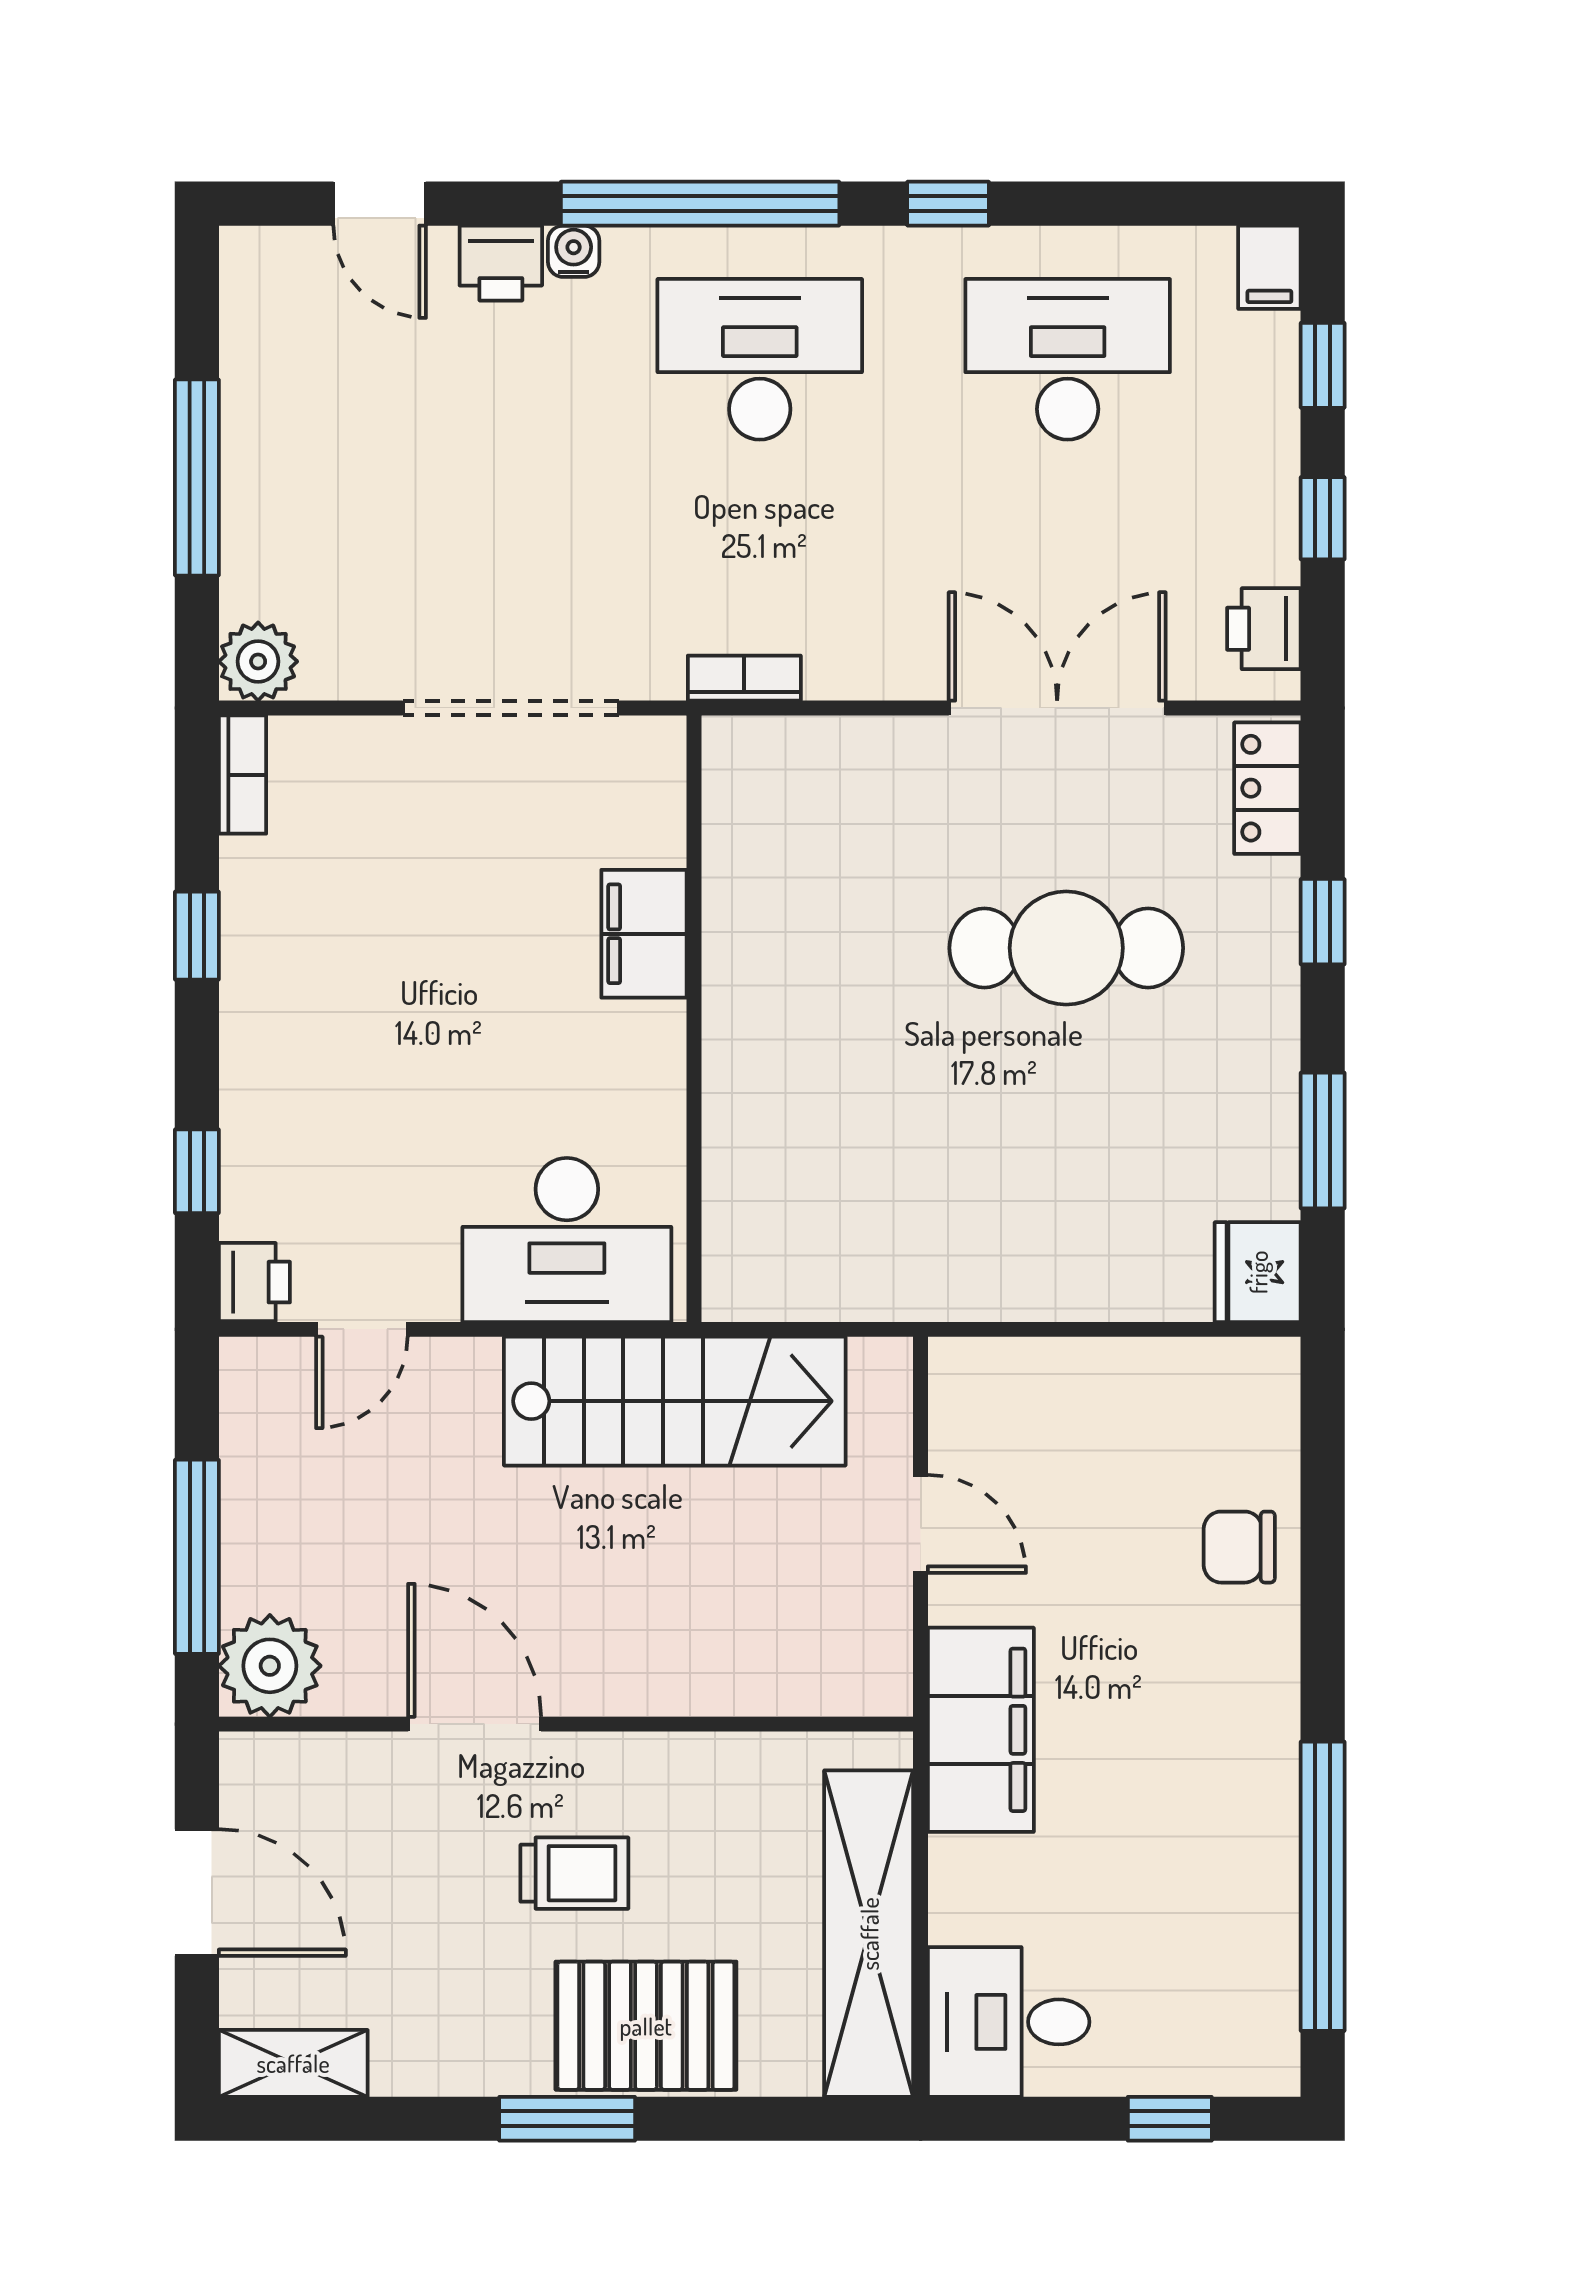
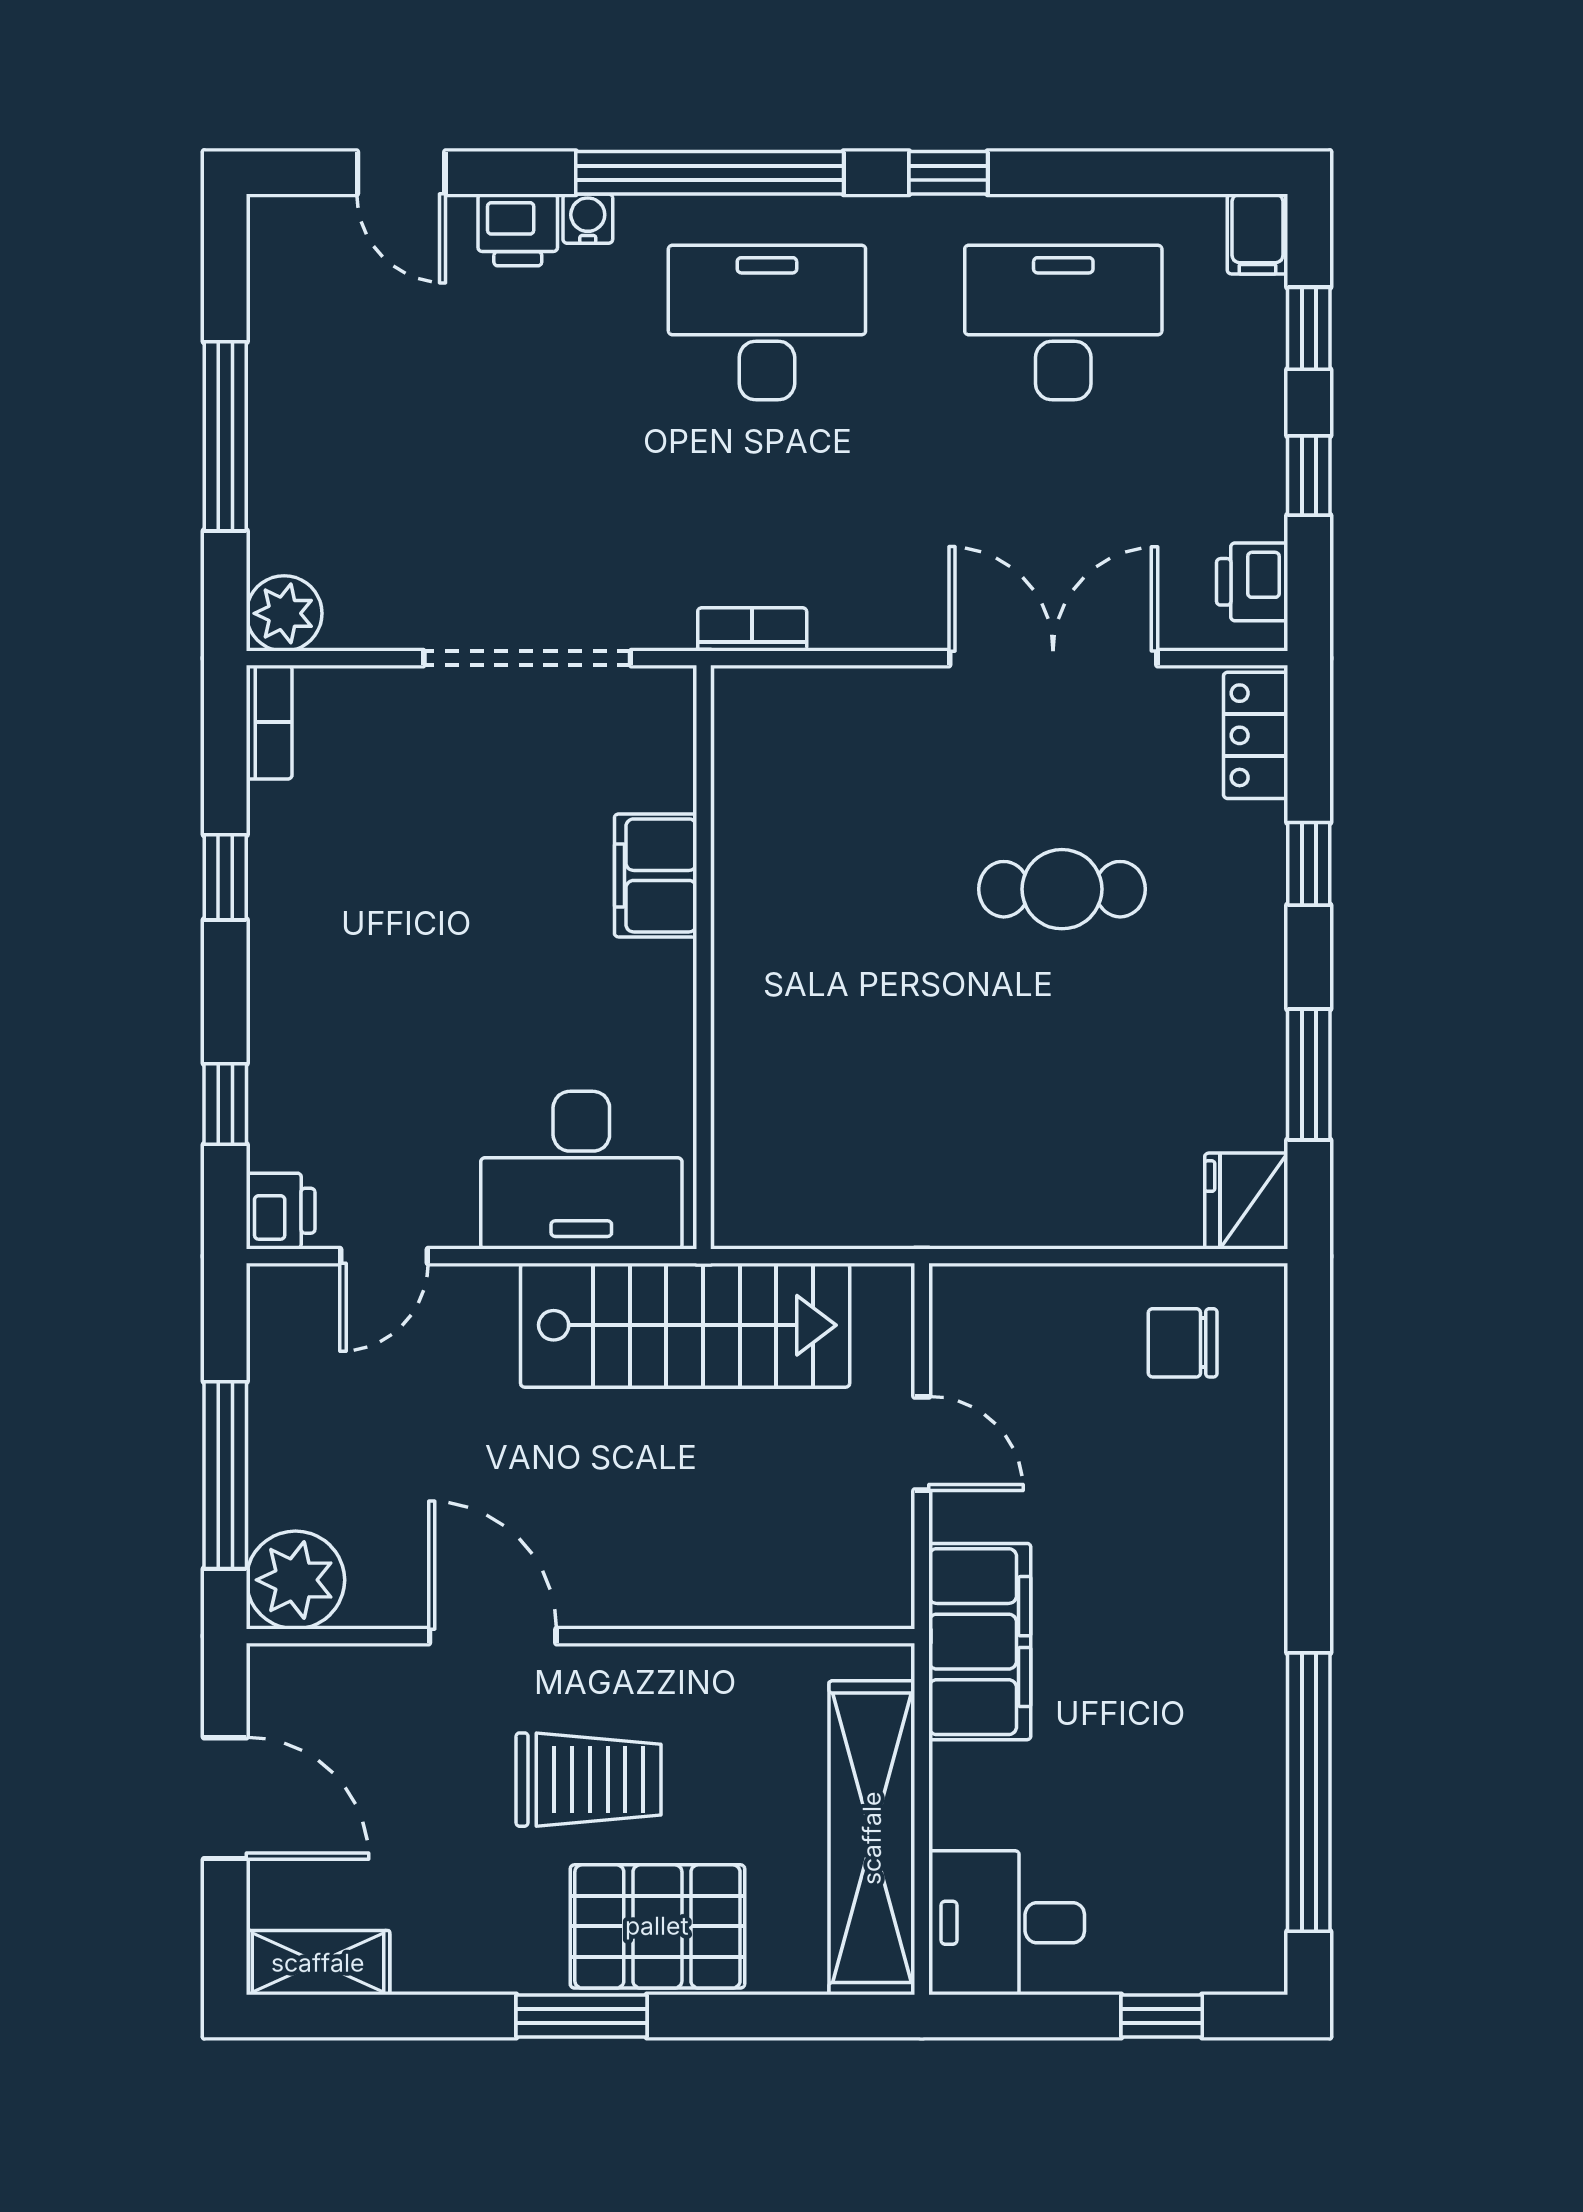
cafe table: (1066, 948) -> (1062, 889), width x0.73, depth x0.74
chair: (1239, 1547) -> (1183, 1343), moved
trolley: (574, 1873) -> (589, 1780), width x1.36, depth x1.39

